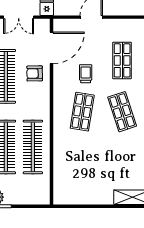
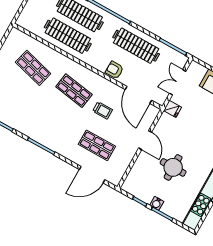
armchair: (35, 73) -> (114, 70), moved, turned -89
shop shelf: (122, 112) -> (33, 68), moved, turned 33

